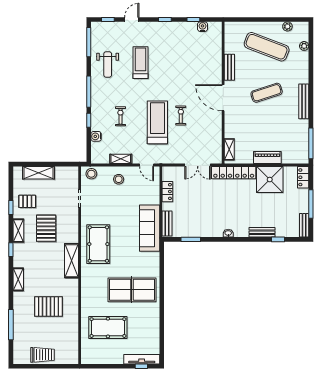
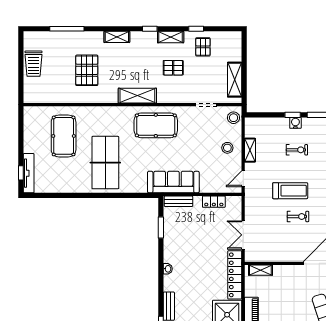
treadmill: (157, 122) -> (290, 191), width x0.73, depth x0.73
water cooler: (96, 136) -> (295, 123), moved
shelving: (38, 173) -> (235, 80), moved
pallet: (46, 228) -> (173, 68), width x0.67, depth x0.71

